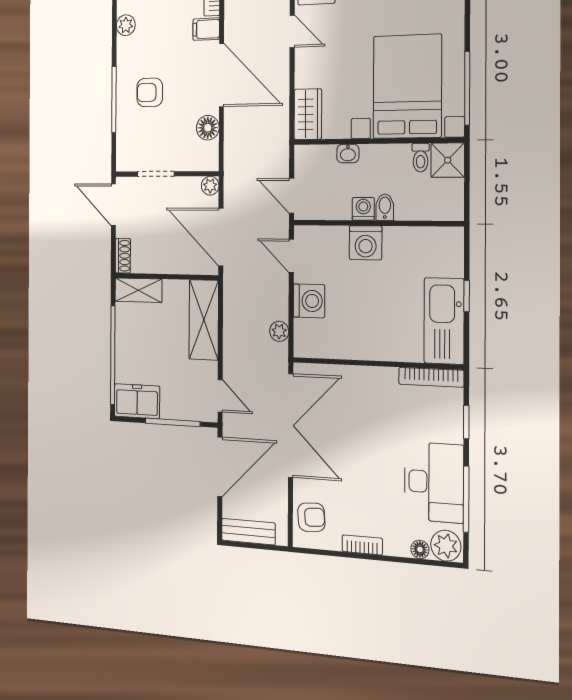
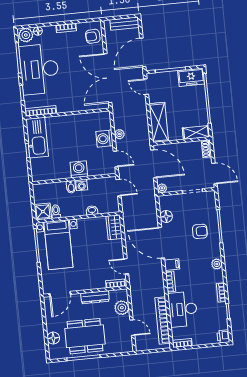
bed with nightstands: (407, 86) -> (58, 245), width x0.73
plant: (279, 331) -> (119, 134), moved
desk: (434, 482) -> (39, 69), width x1.36, depth x1.30

